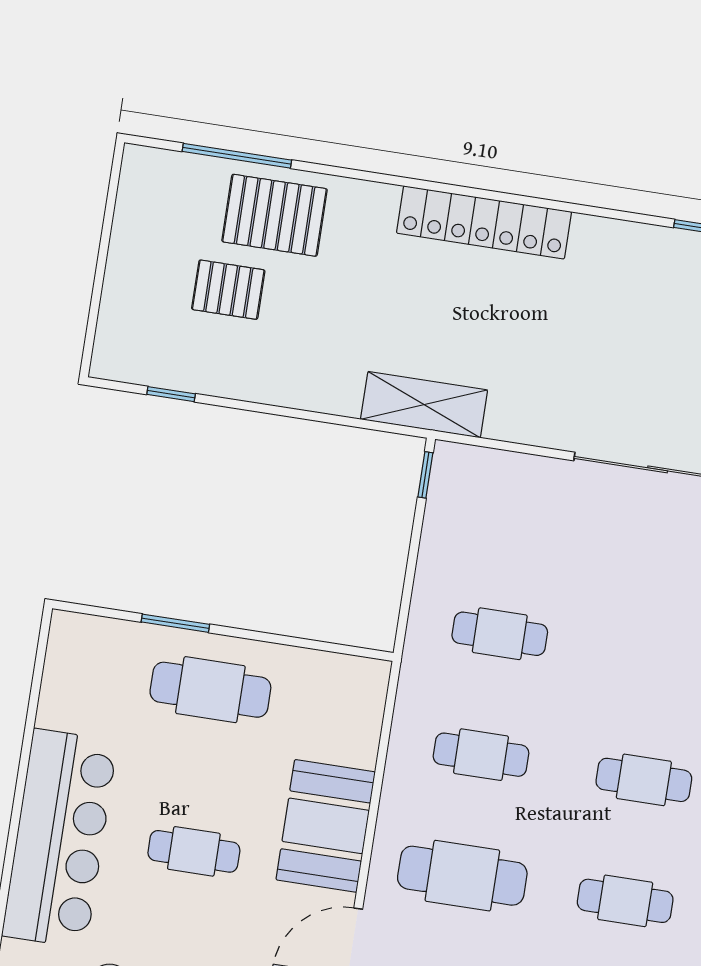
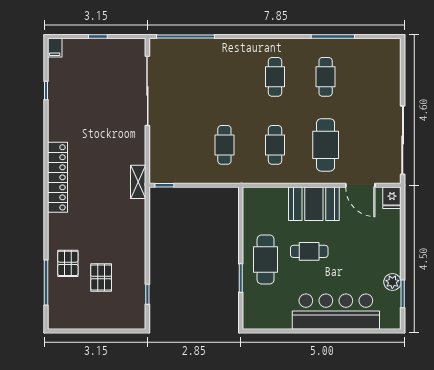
pallet: (275, 215) -> (68, 263), width x0.67, depth x0.71
shelving: (424, 405) -> (138, 182), width x0.67, depth x0.75
cafe table: (194, 851) -> (309, 251), moved, turned 90

